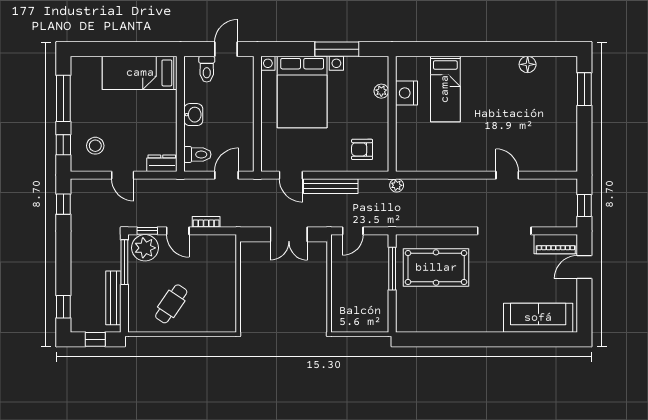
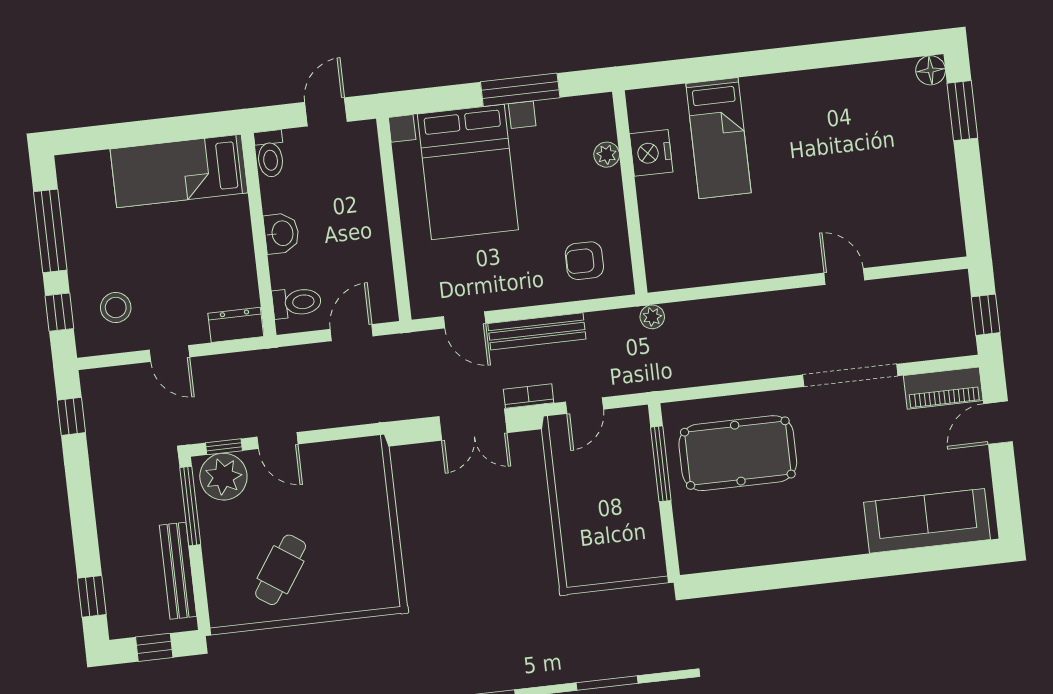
floor lamp: (528, 64) -> (931, 70), moved
toilet: (207, 69) -> (270, 154), moved
bookcase: (206, 222) -> (529, 396), moved

